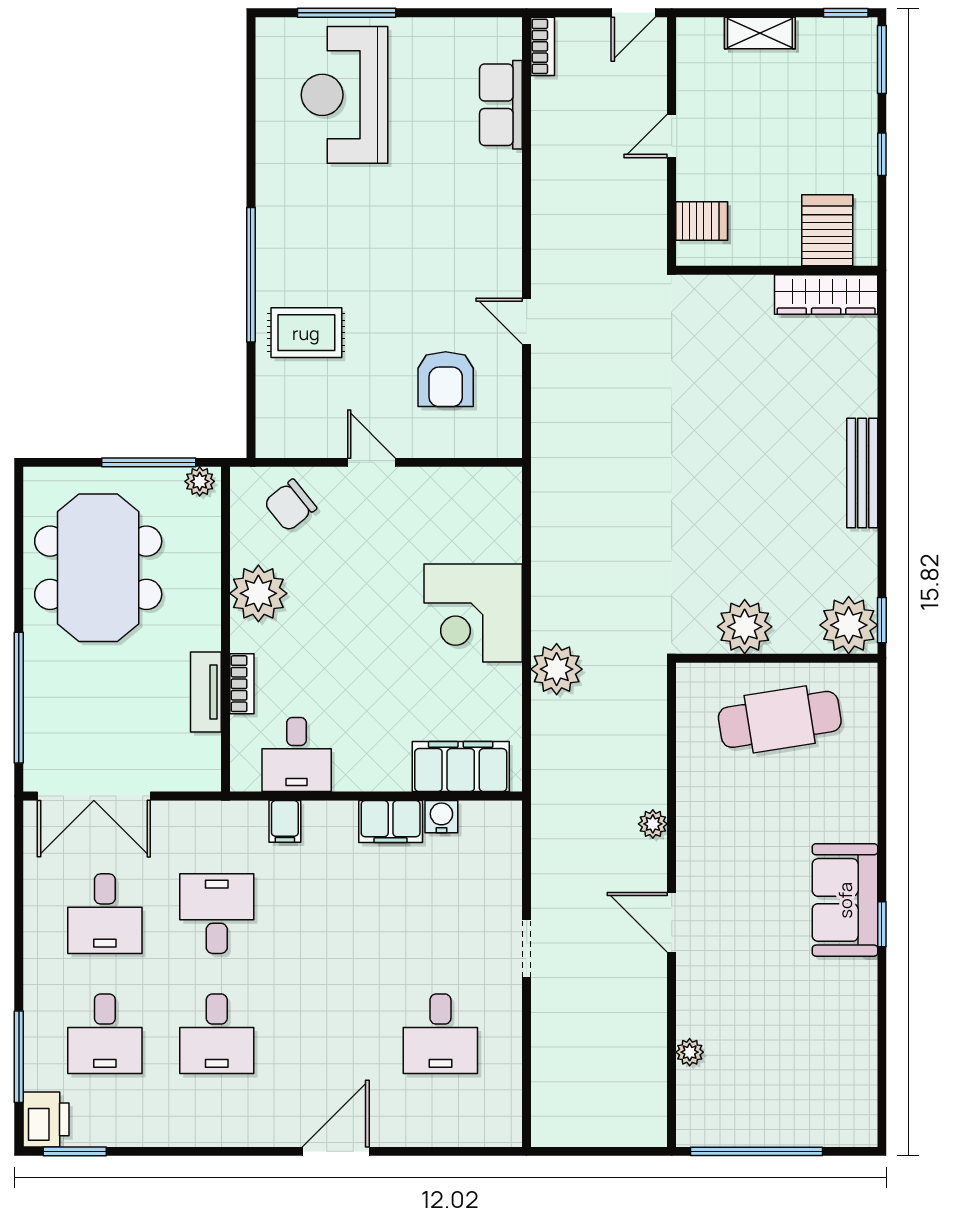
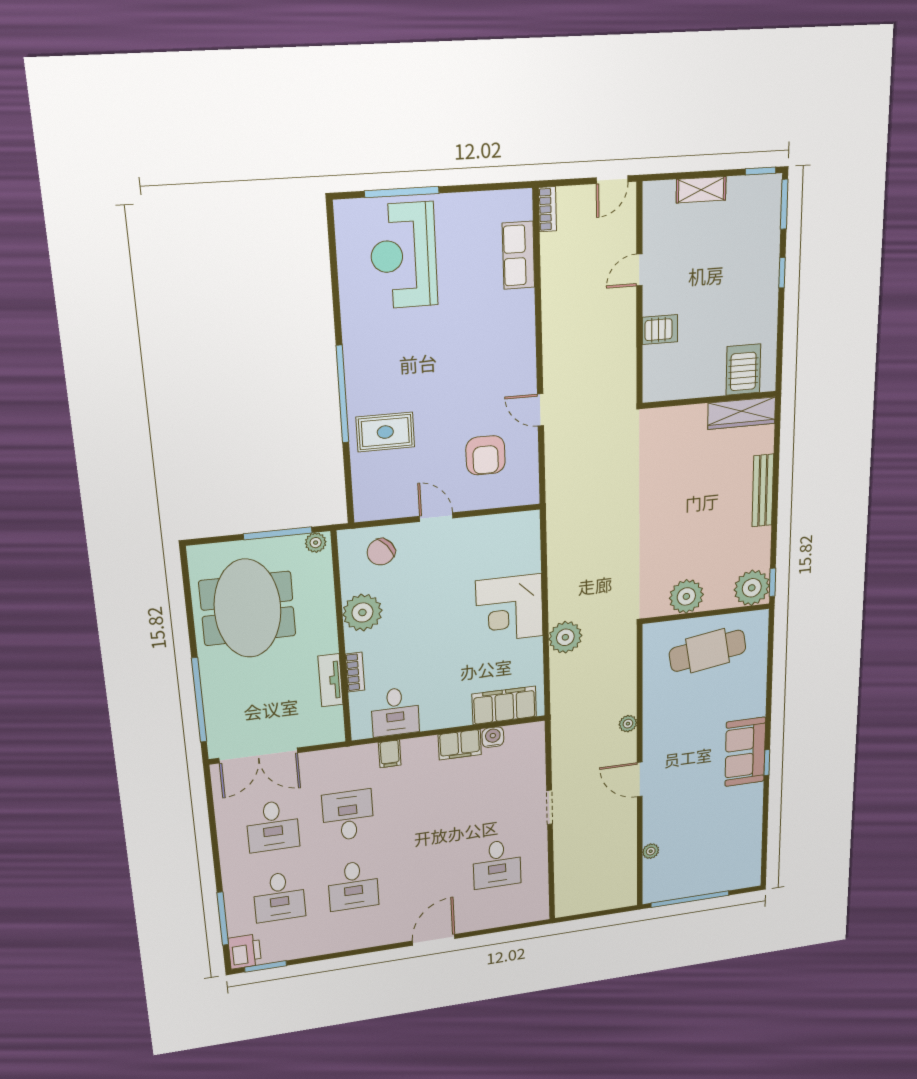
server rack: (827, 230) -> (743, 370), moved
wall: (777, 270) -> (710, 400), moved
wardrobe: (826, 294) -> (742, 413), moved

